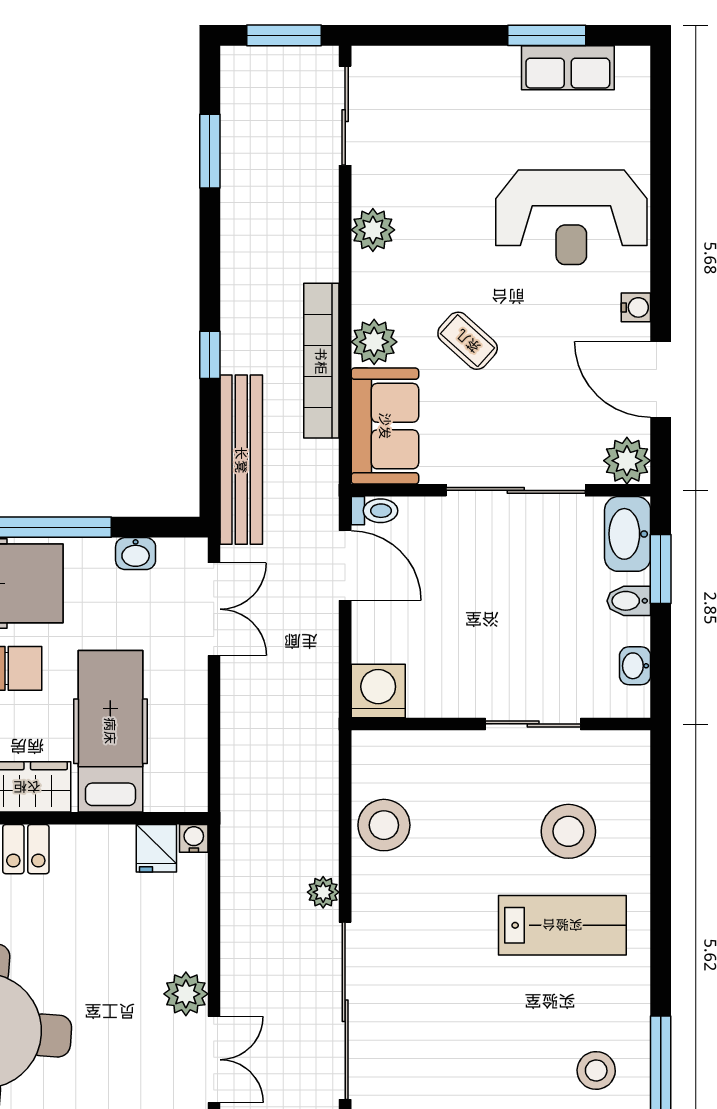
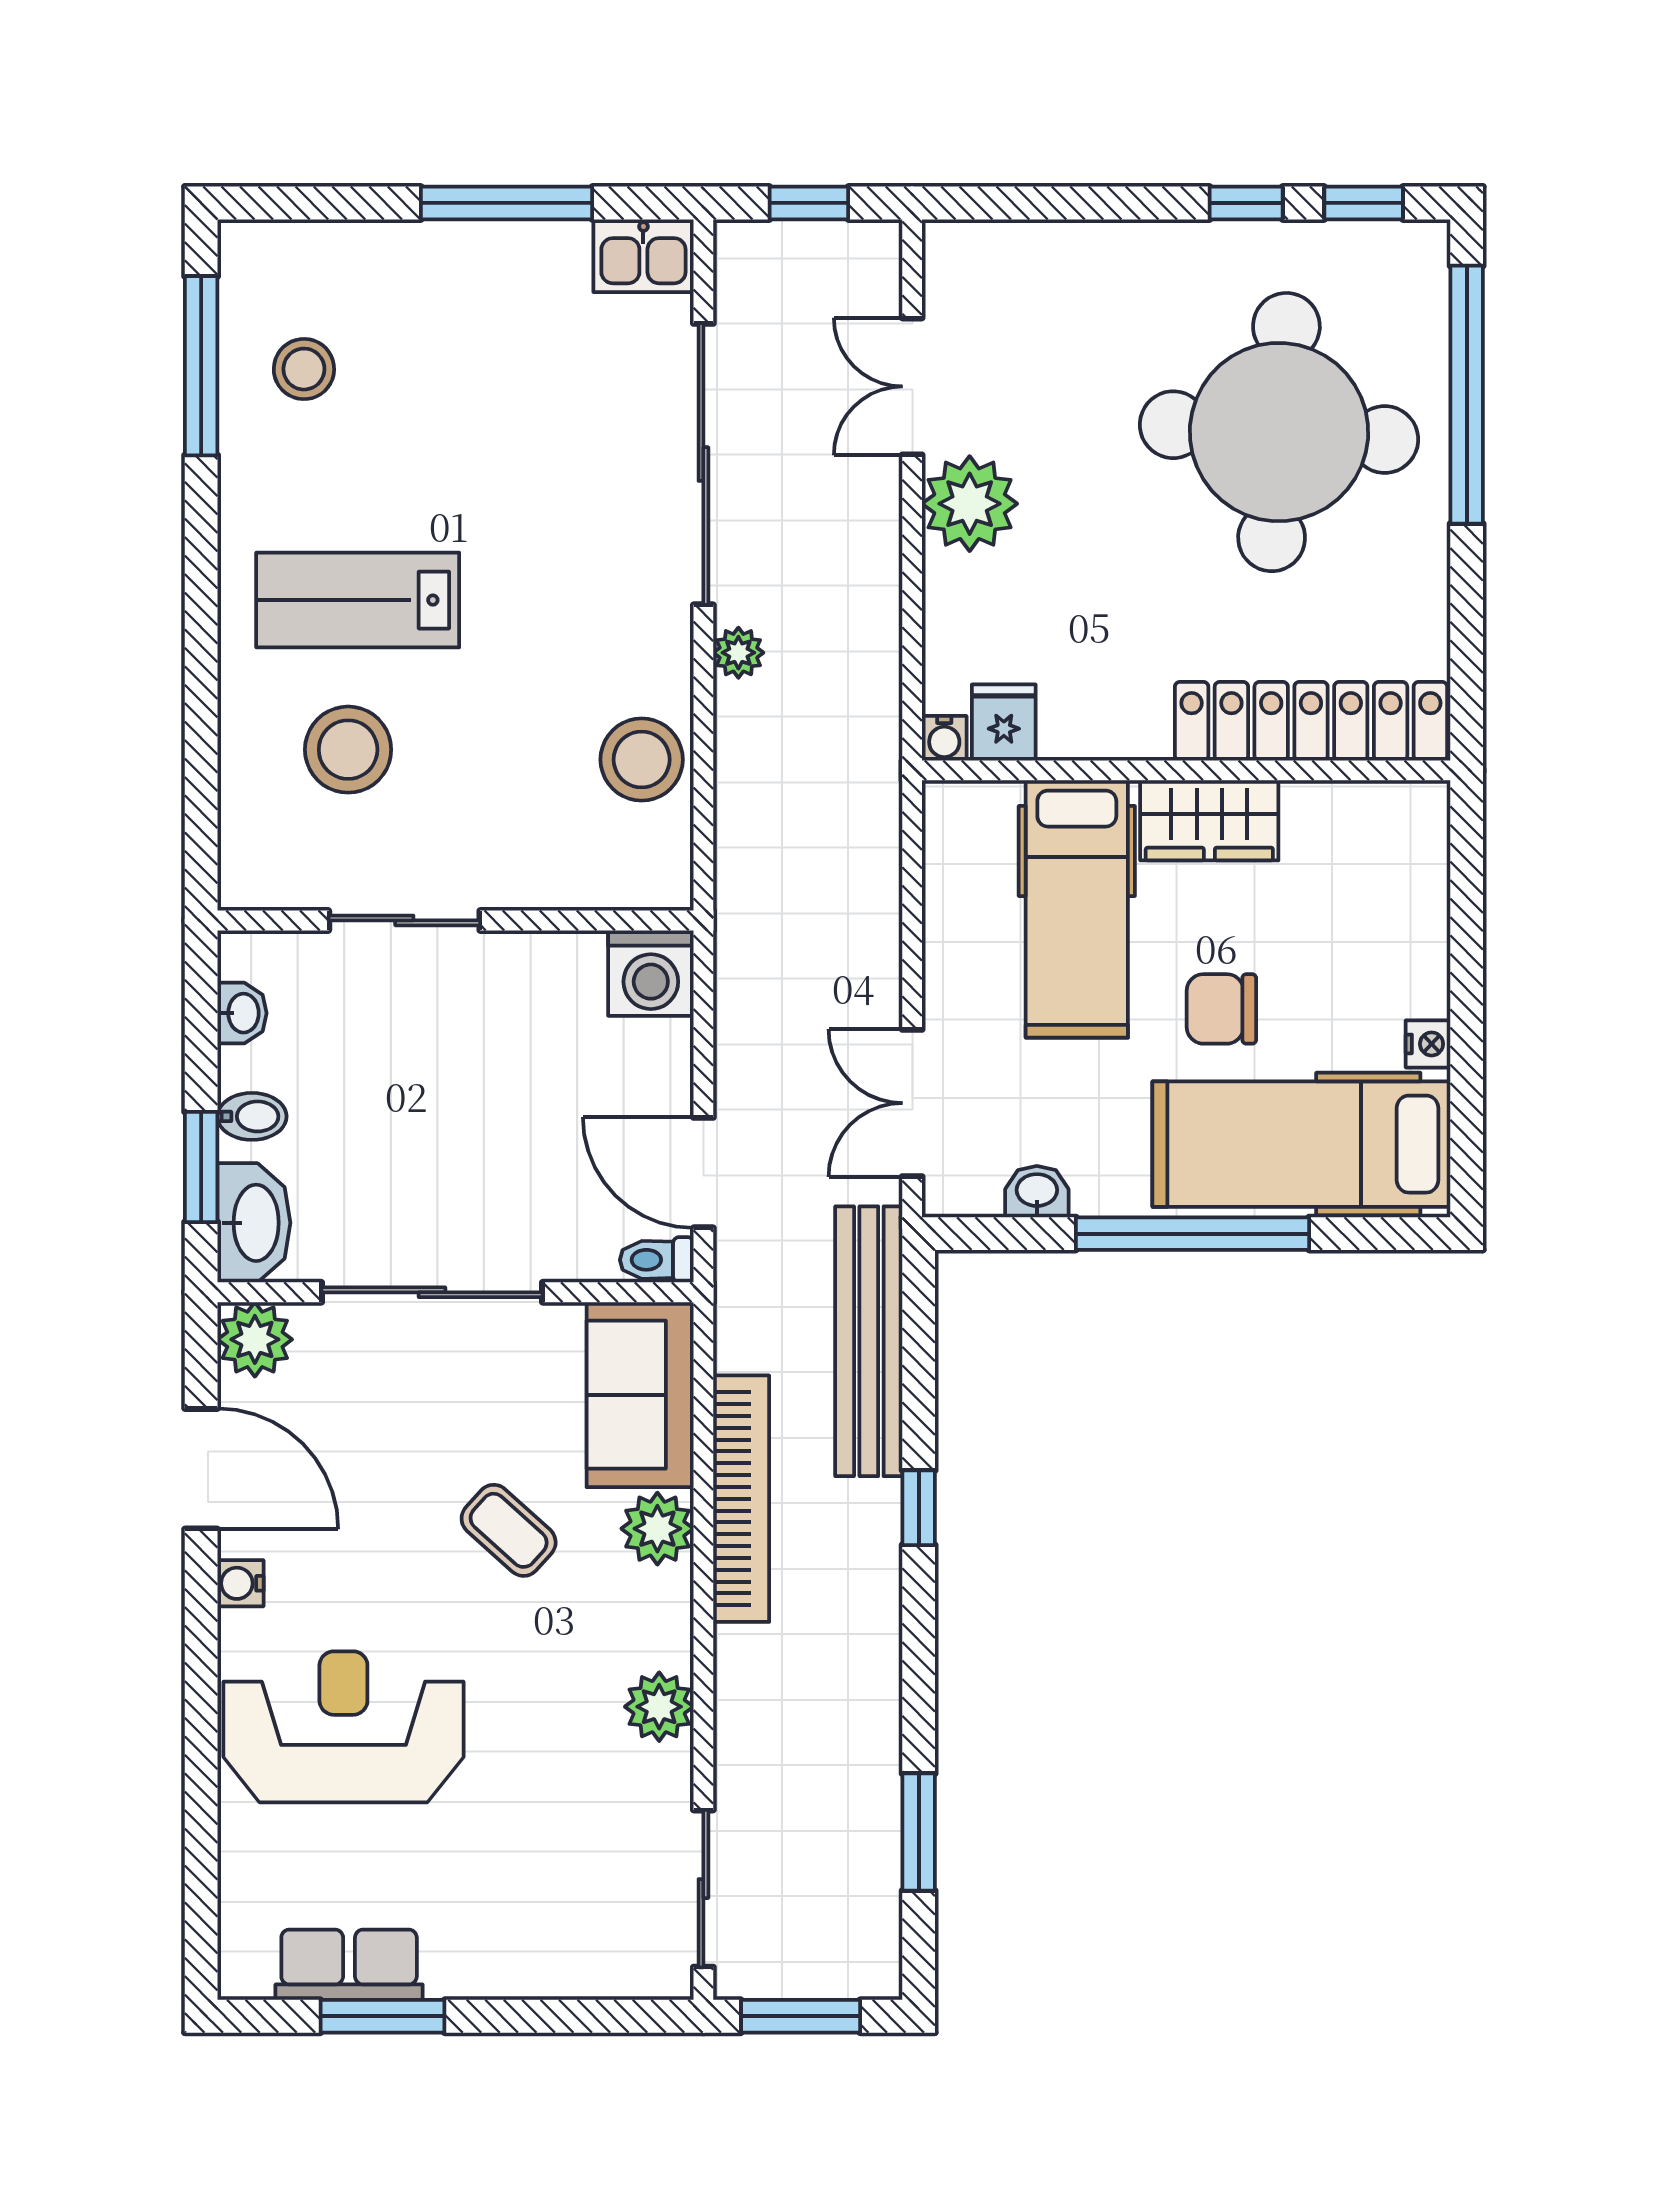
plant: (186, 994) -> (970, 504), width x1.36, depth x1.36

